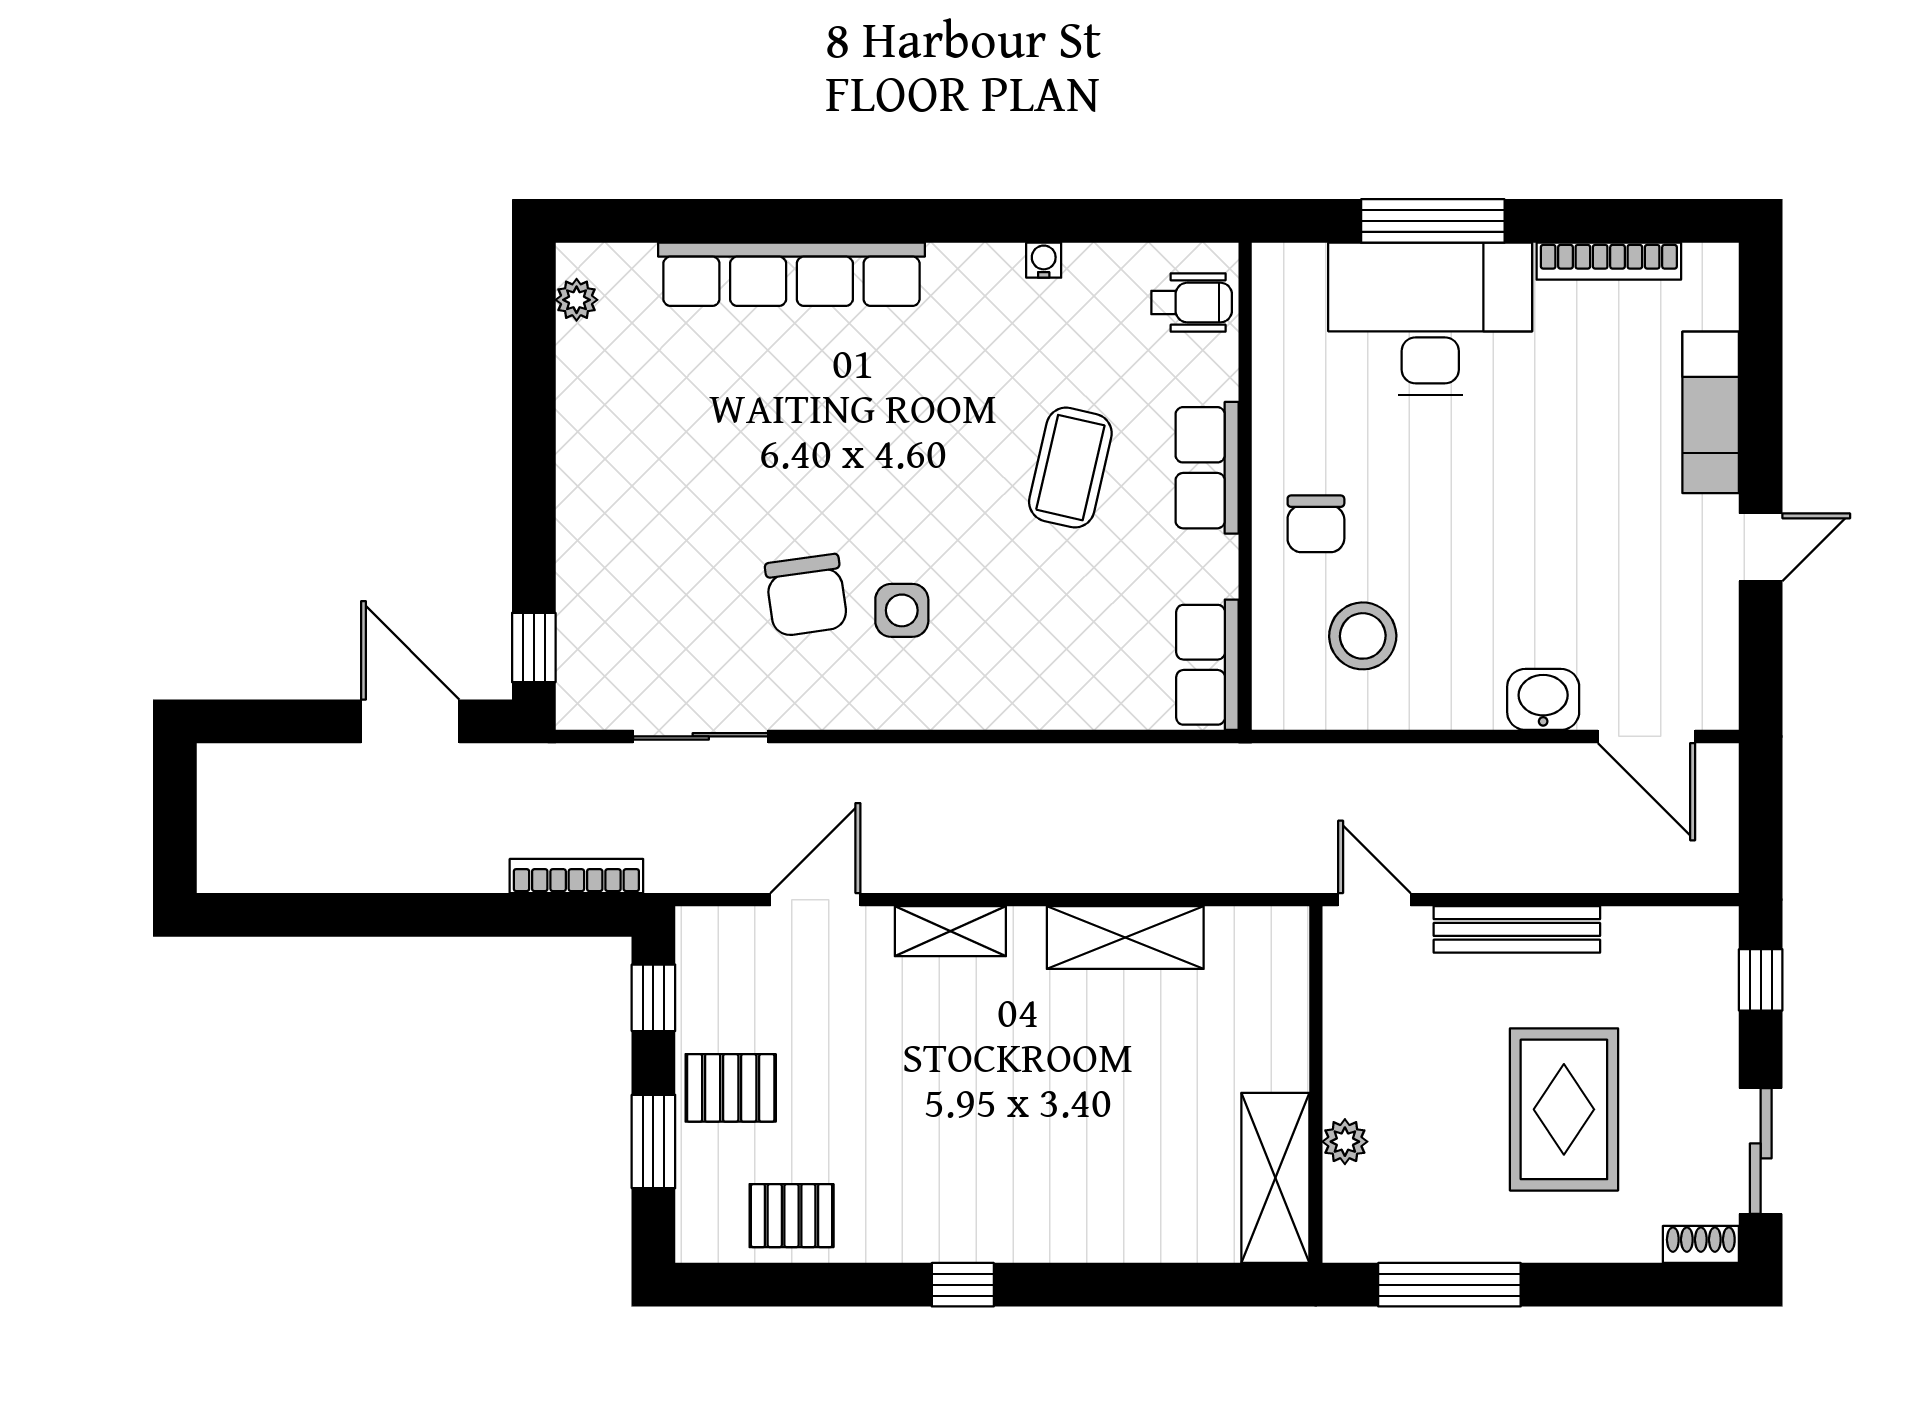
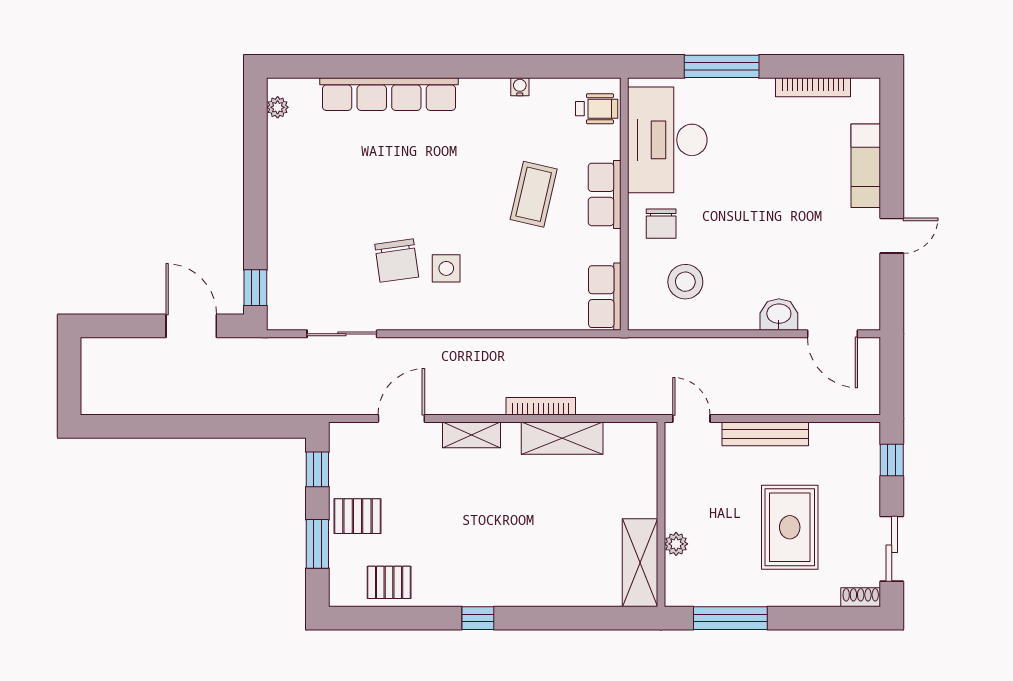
desk: (1430, 319) -> (667, 140), moved, turned -90
bookcase: (576, 876) -> (541, 406), moved

